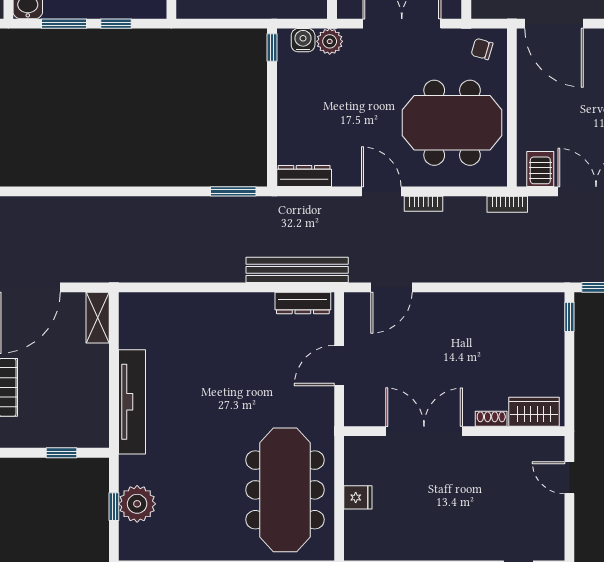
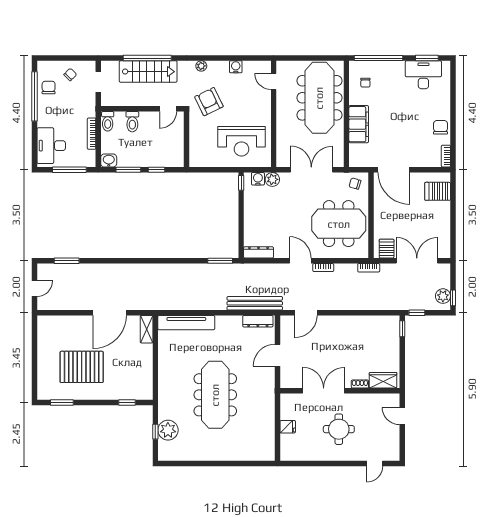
tv unit: (132, 402) -> (186, 323), moved, turned 90
meeting table: (285, 490) -> (215, 395), moved
round table: (452, 502) -> (339, 429), added

